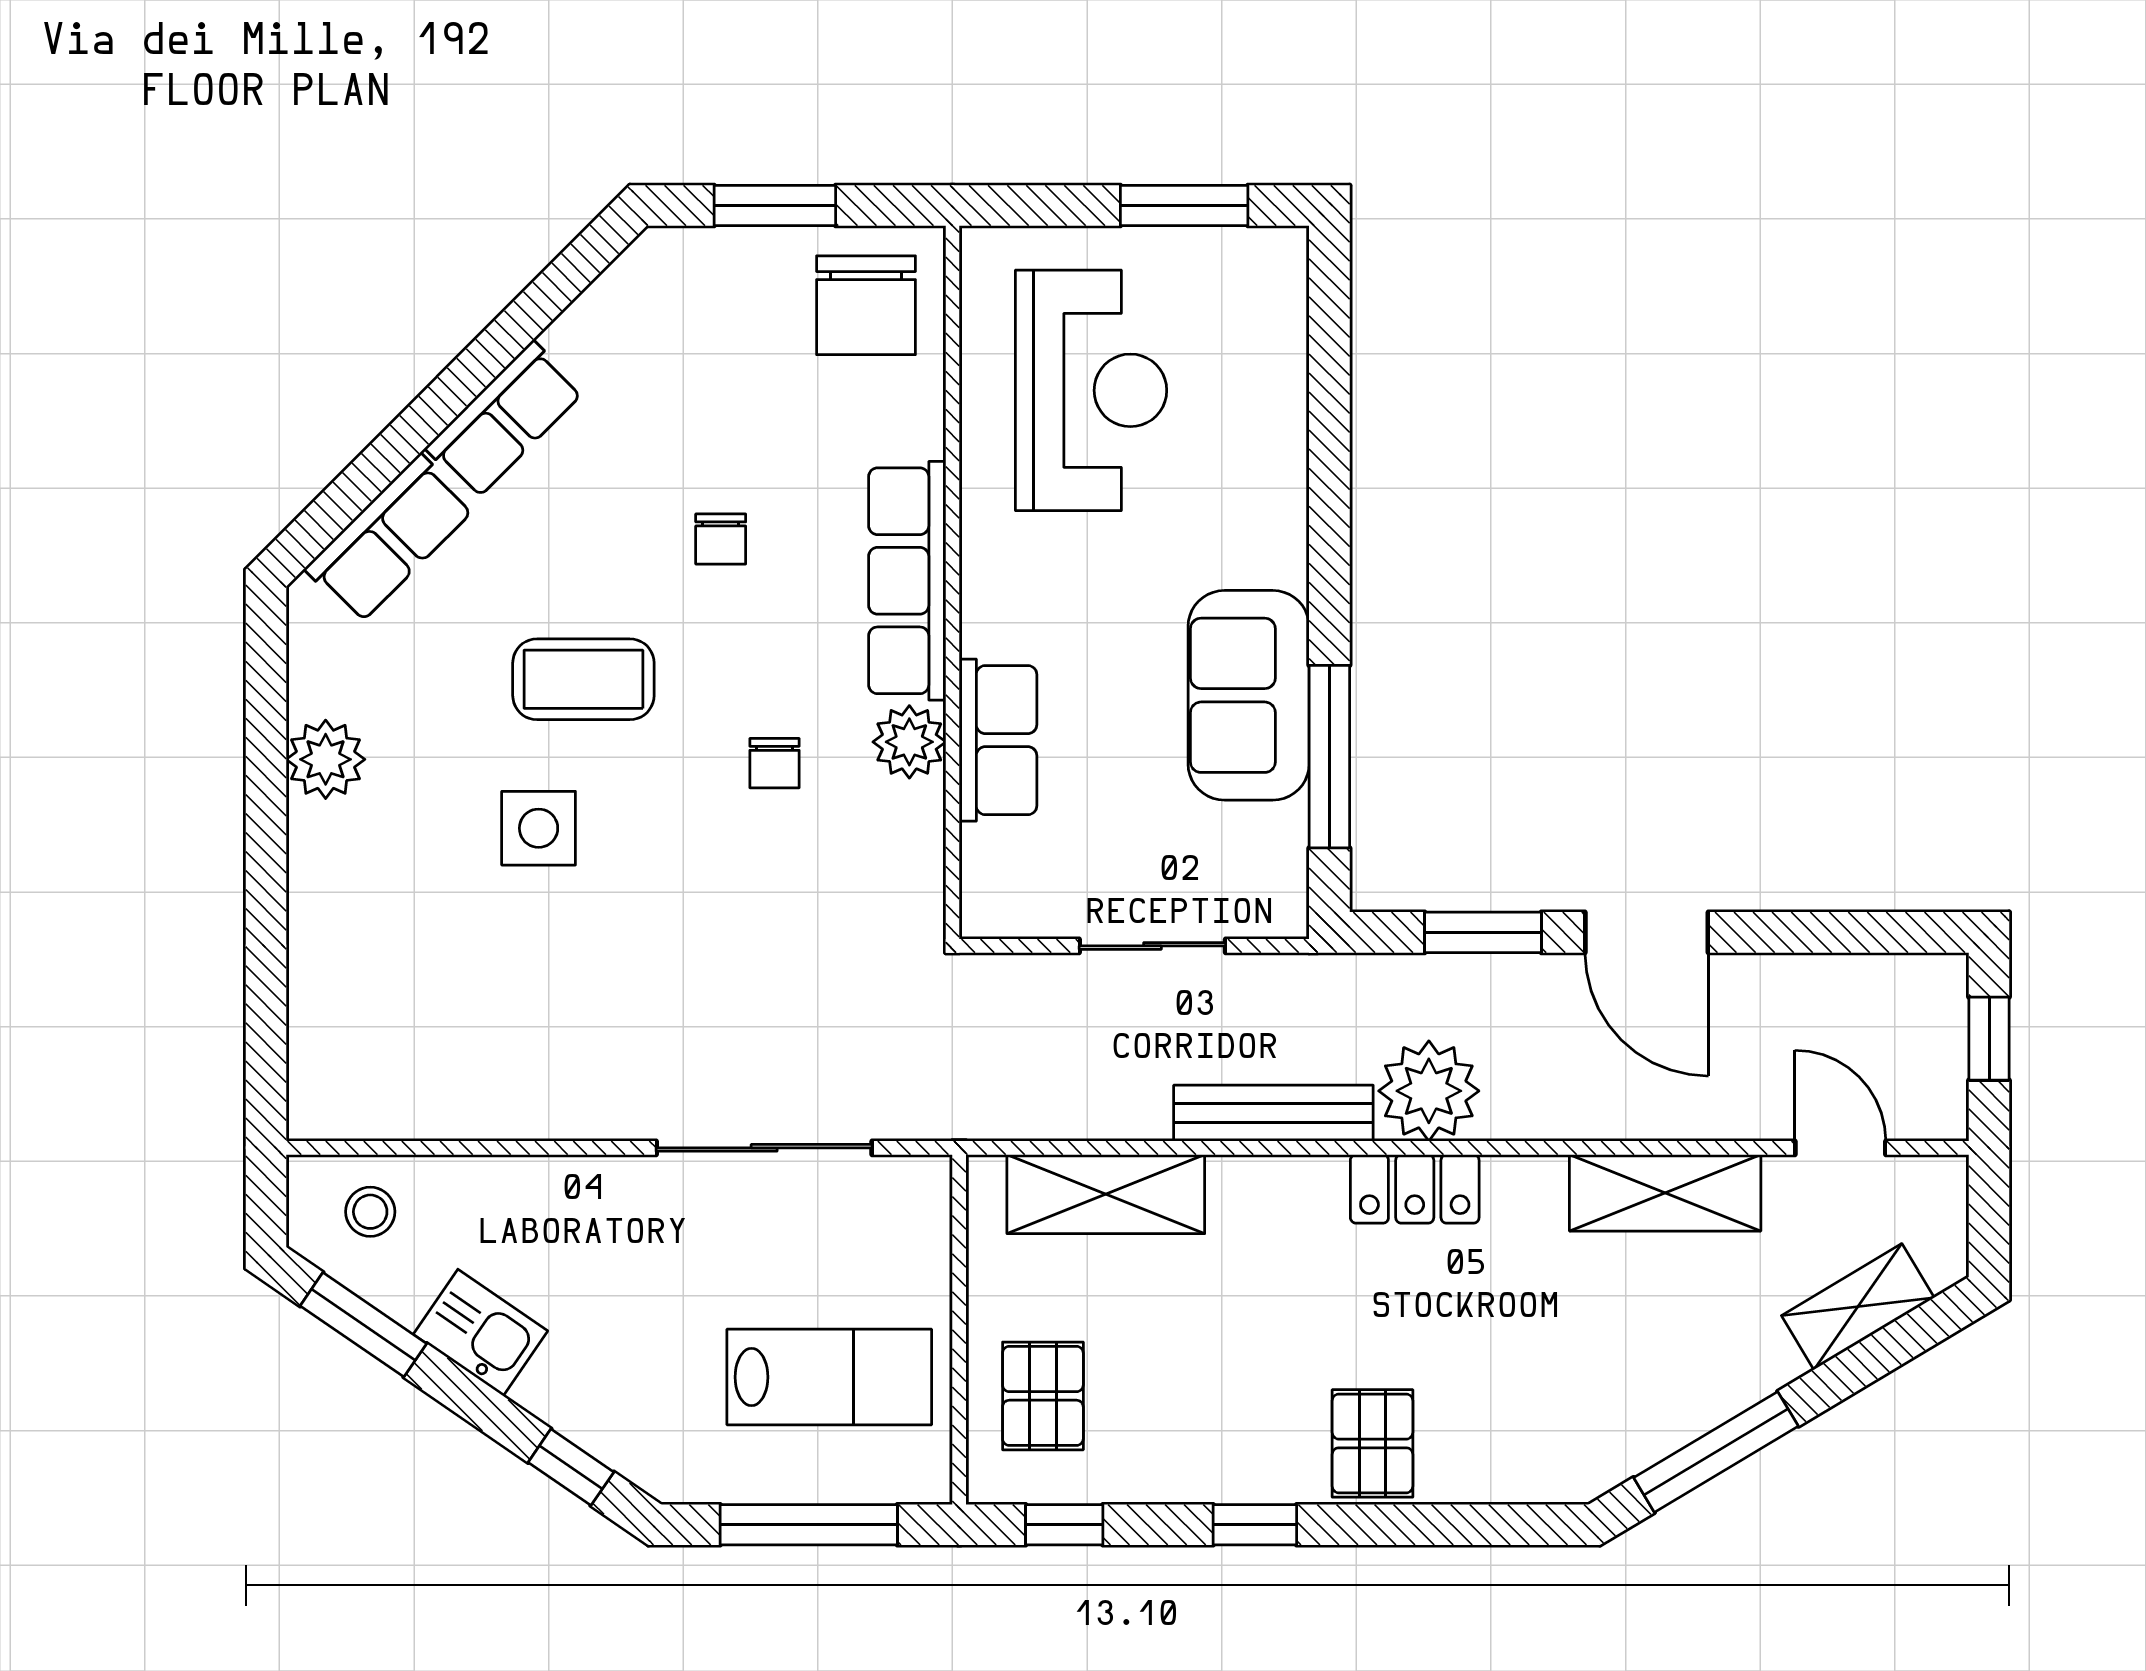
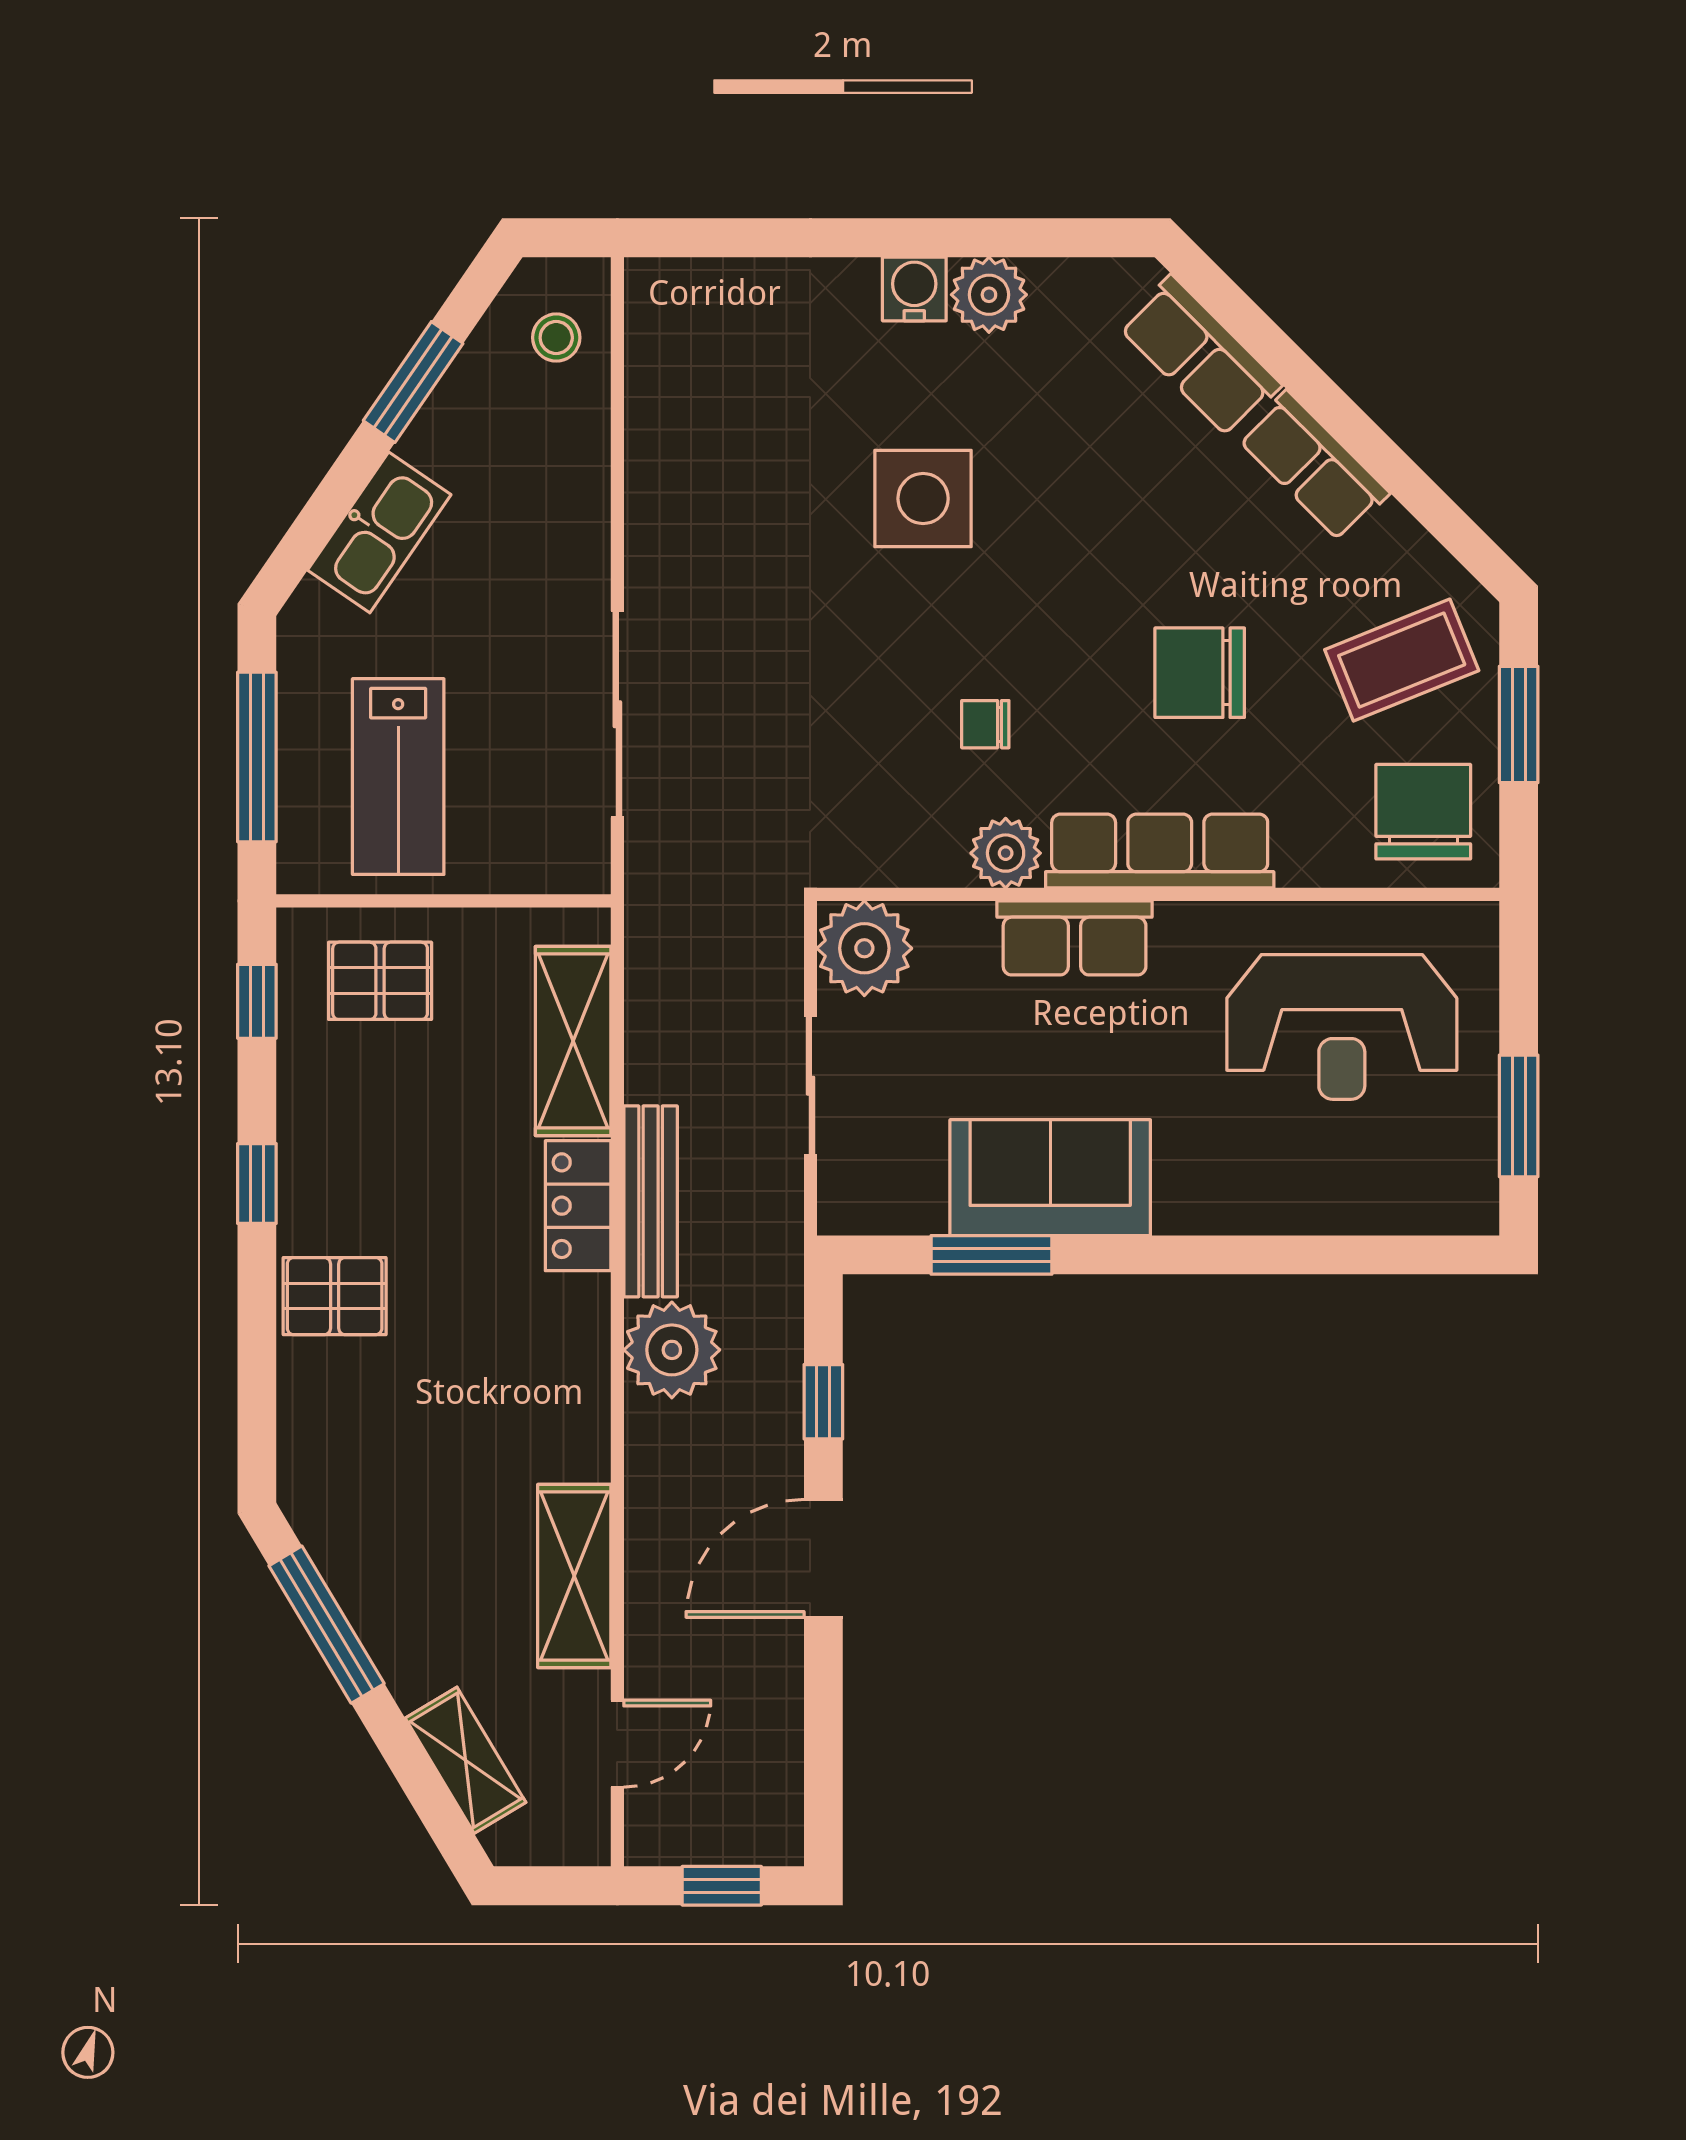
chair: (866, 305) -> (1423, 812), turned 90
chair: (721, 539) -> (1200, 673), width x1.87, depth x1.87
coffee table: (583, 679) -> (1402, 660), moved, turned 68
row of seats: (998, 740) -> (1075, 938), moved
window: (1329, 757) -> (991, 1255), width x0.69
side table: (539, 828) -> (923, 499), width x1.37, depth x1.37
water cooler: (319, 837) -> (914, 289), added
plant: (1009, 890) -> (864, 948), added
window: (1483, 932) -> (823, 1402), width x0.67
locker: (1415, 1189) -> (578, 1206), moved
window: (363, 1325) -> (413, 382), moved
kitchen sink: (480, 1333) -> (379, 532), moved, width x1.38
window: (571, 1467) -> (312, 529), removed

